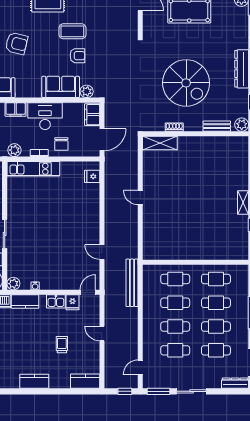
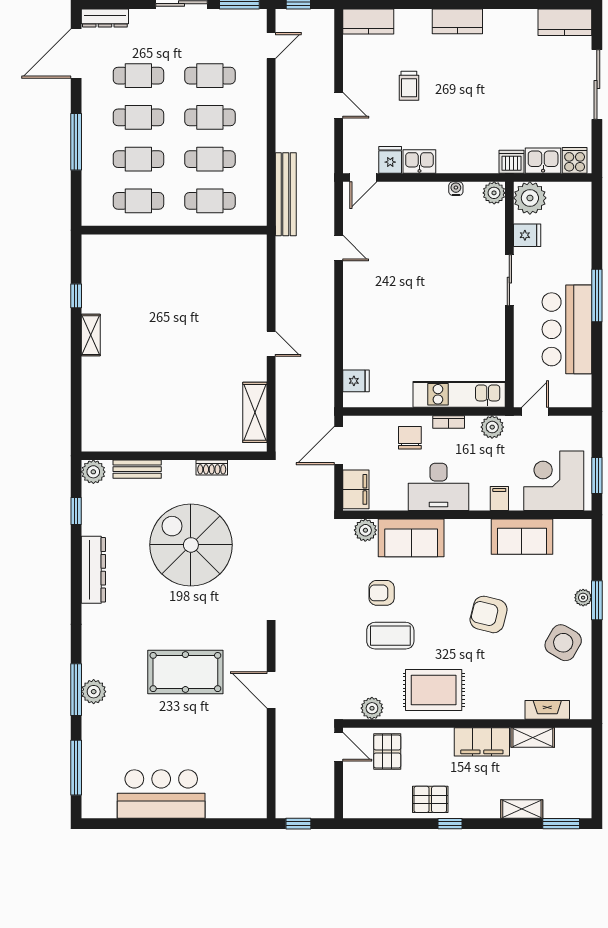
filing cabinet: (16, 109) -> (499, 498), width x0.50
shelving: (160, 143) -> (255, 412), moved, turned 90
kitchen counter: (25, 302) -> (473, 161), removed

